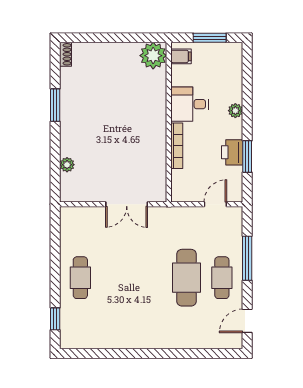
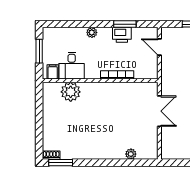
plant: (153, 56) -> (71, 92), moved
desk: (190, 104) -> (72, 66), moved
window: (55, 105) -> (61, 163), moved

